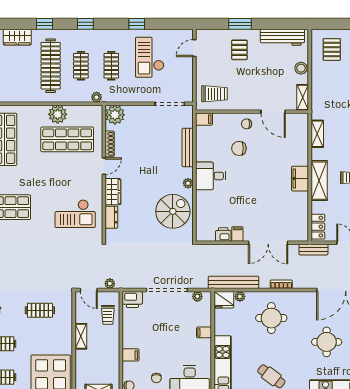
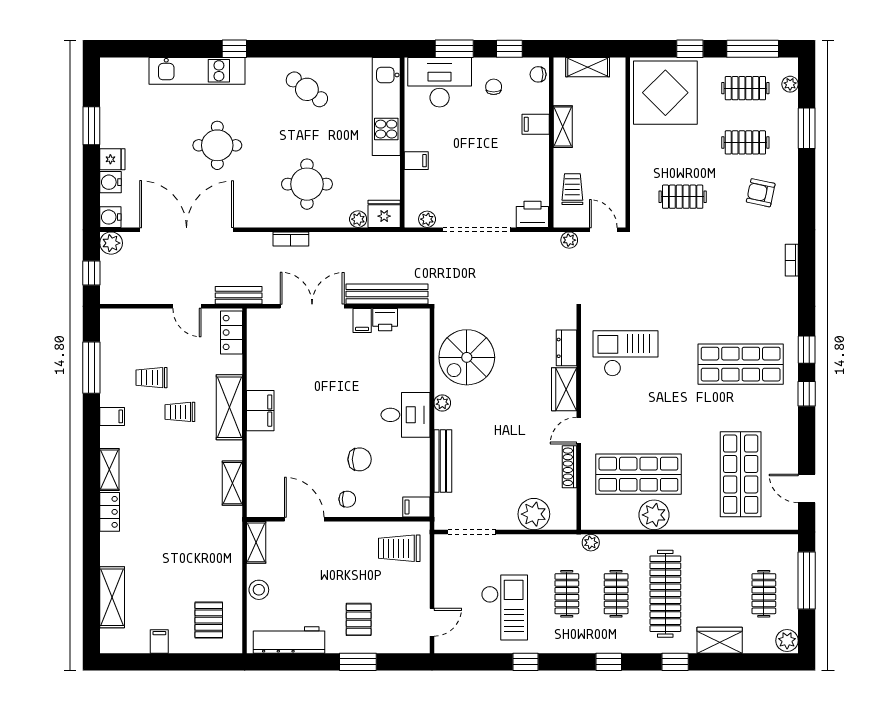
plant: (115, 115) -> (534, 514), moved
bench: (234, 282) -> (387, 294), moved
shelving: (81, 336) -> (563, 127), moved

